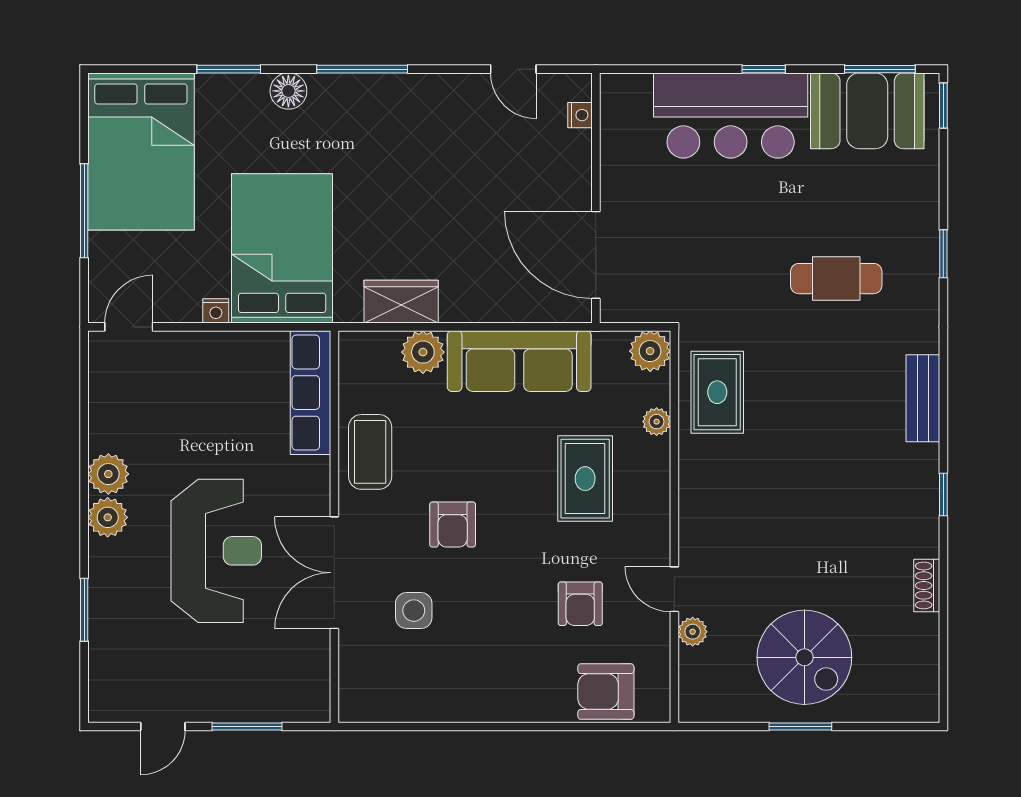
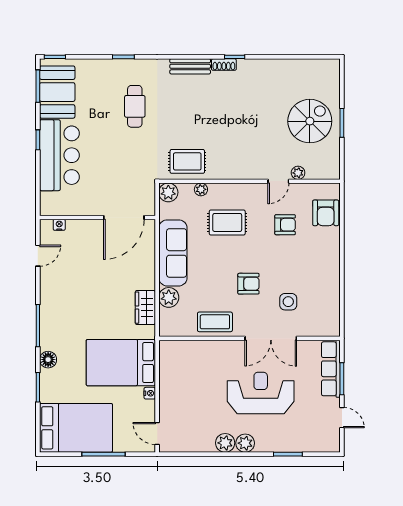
row of seats: (311, 393) -> (331, 369), moved, turned 90
shoe rack: (927, 585) -> (224, 65), moved

